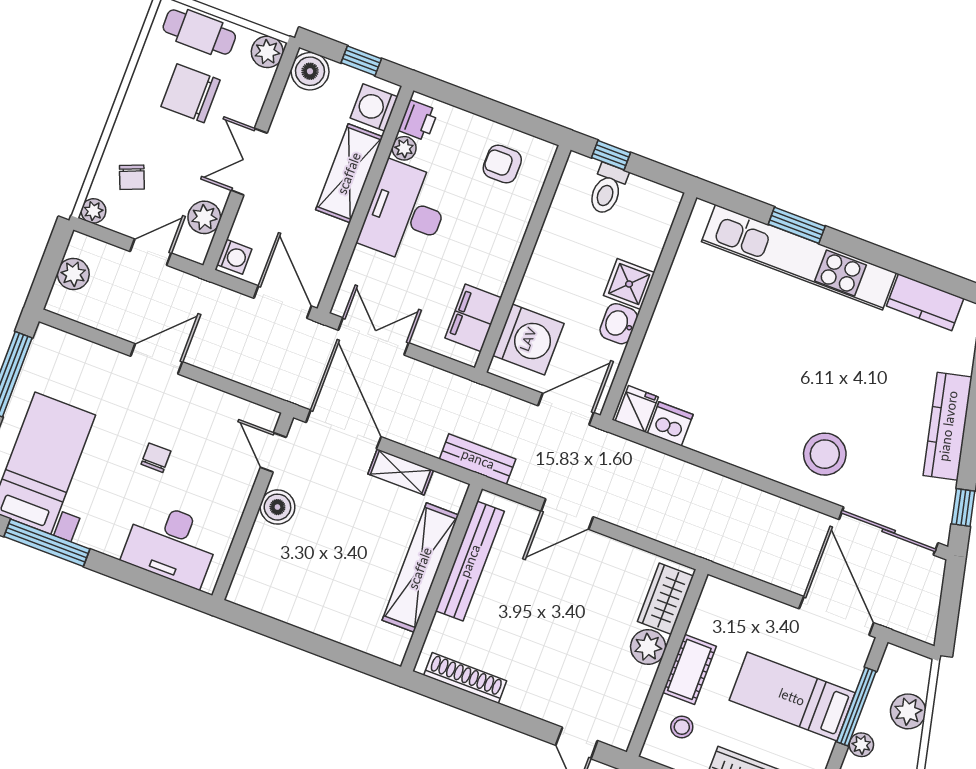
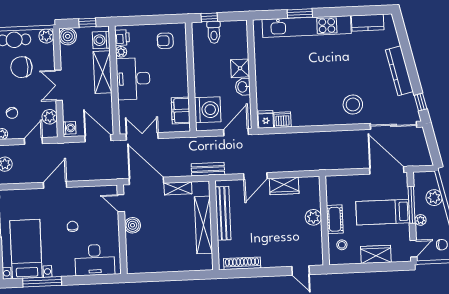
wardrobe: (665, 599) -> (284, 186), moved, turned -90

